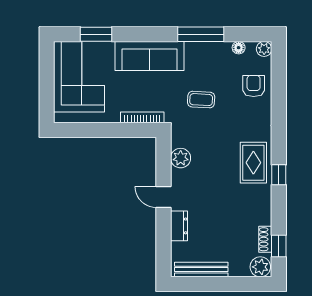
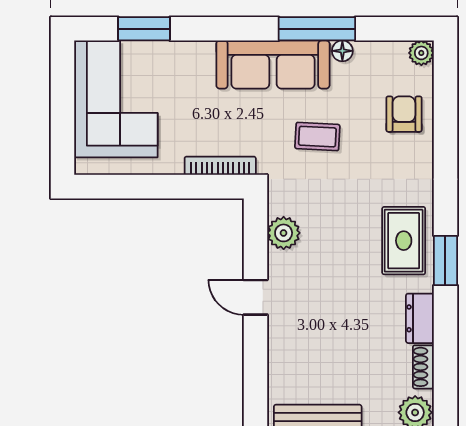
floor lamp: (239, 48) -> (342, 51), moved
sofa: (150, 56) -> (273, 65), moved
window: (279, 175) -> (445, 261), width x1.50
dresser: (179, 226) -> (420, 318), moved, turned 180
window: (279, 246) -> (445, 378), removed

